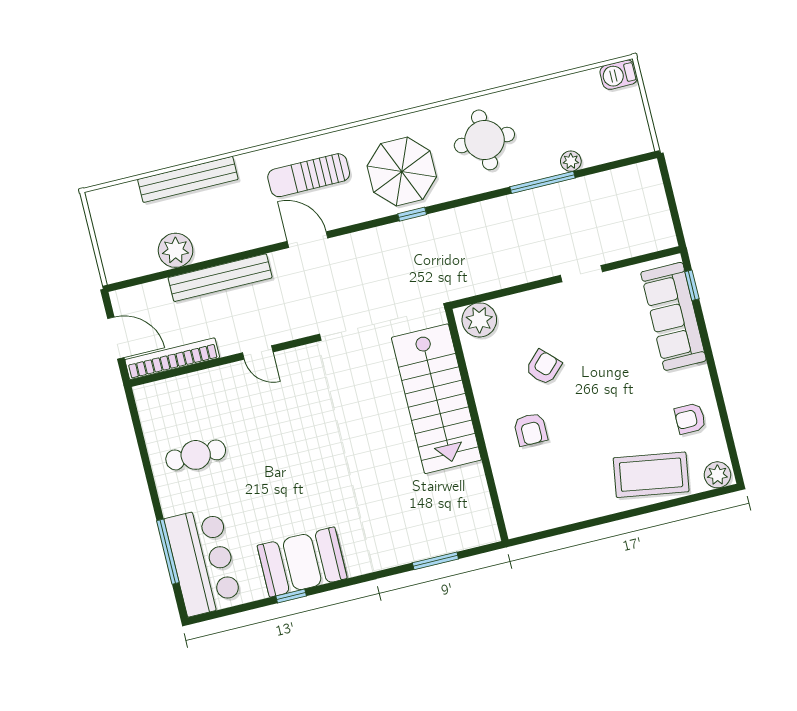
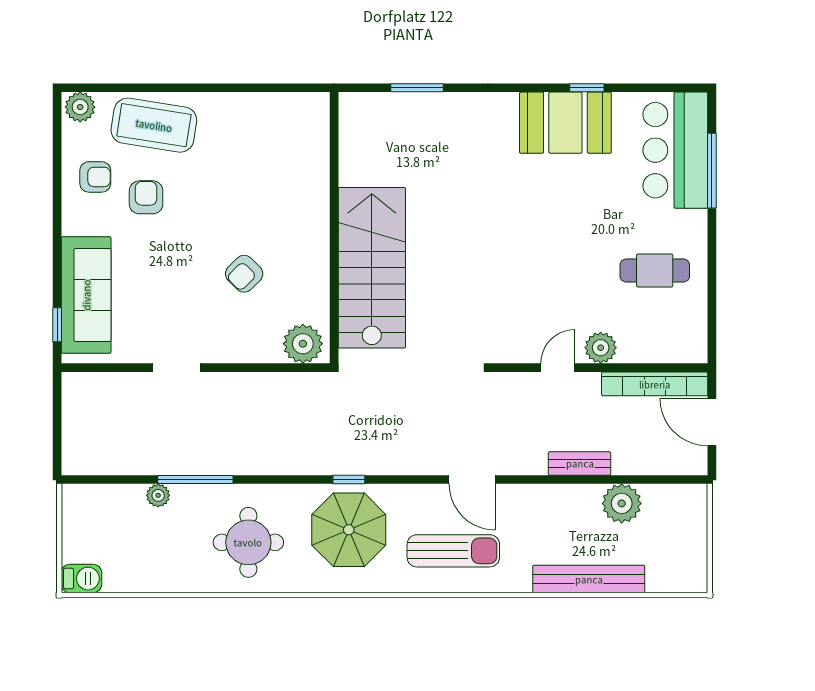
bench: (220, 278) -> (580, 463), width x0.54, depth x0.82
door: (258, 352) -> (558, 368), hinge flipped
plant: (226, 378) -> (601, 348), added
armchair: (531, 429) -> (146, 197), moved

